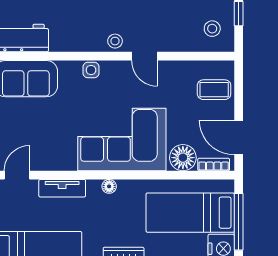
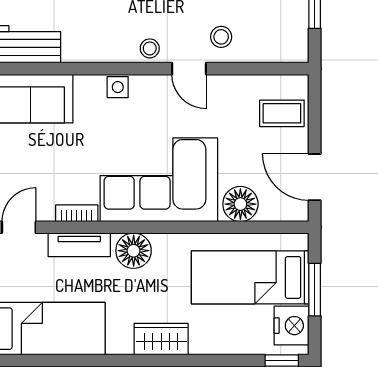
stool: (212, 29) -> (221, 37), moved
bookcase: (214, 164) -> (77, 213), moved
floor lamp: (109, 186) -> (134, 251), width x1.89, depth x1.89
window: (239, 222) -> (315, 290), width x0.69

